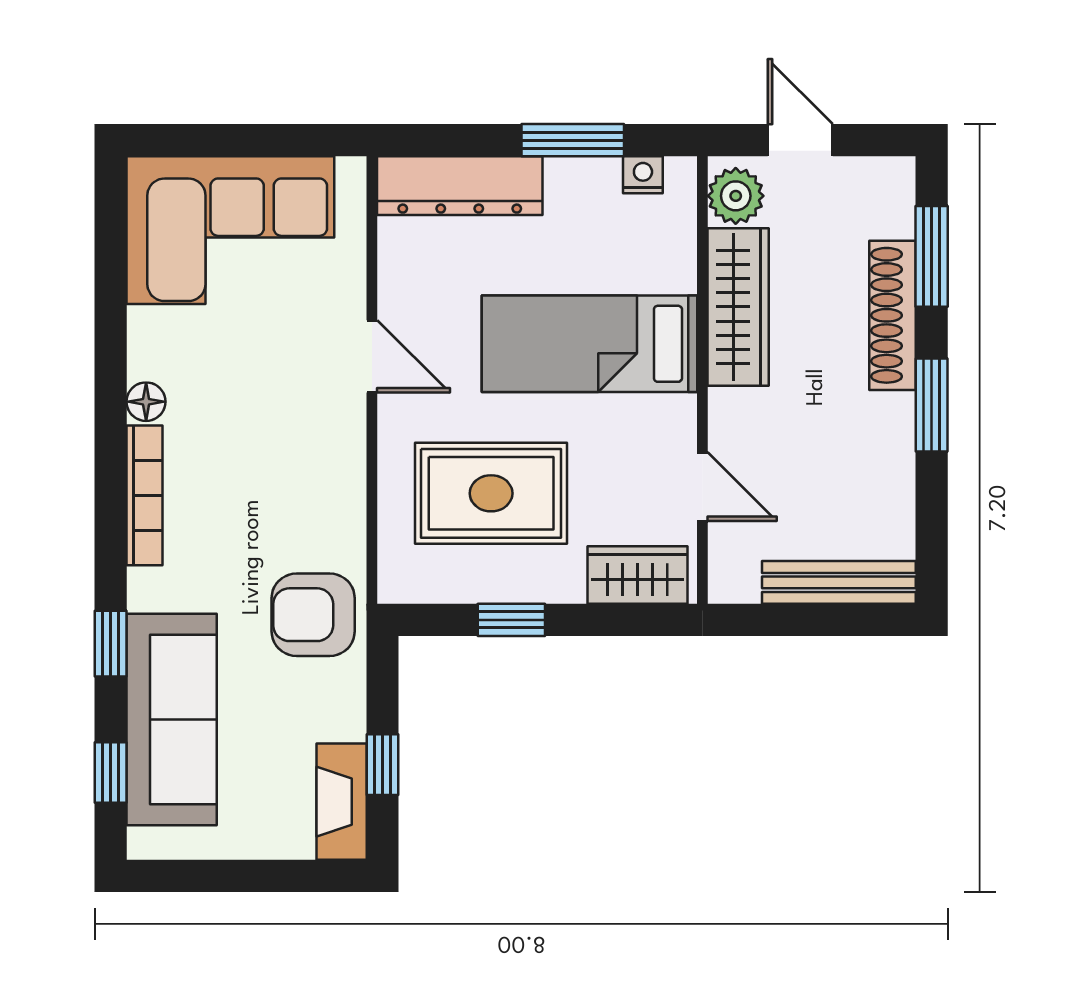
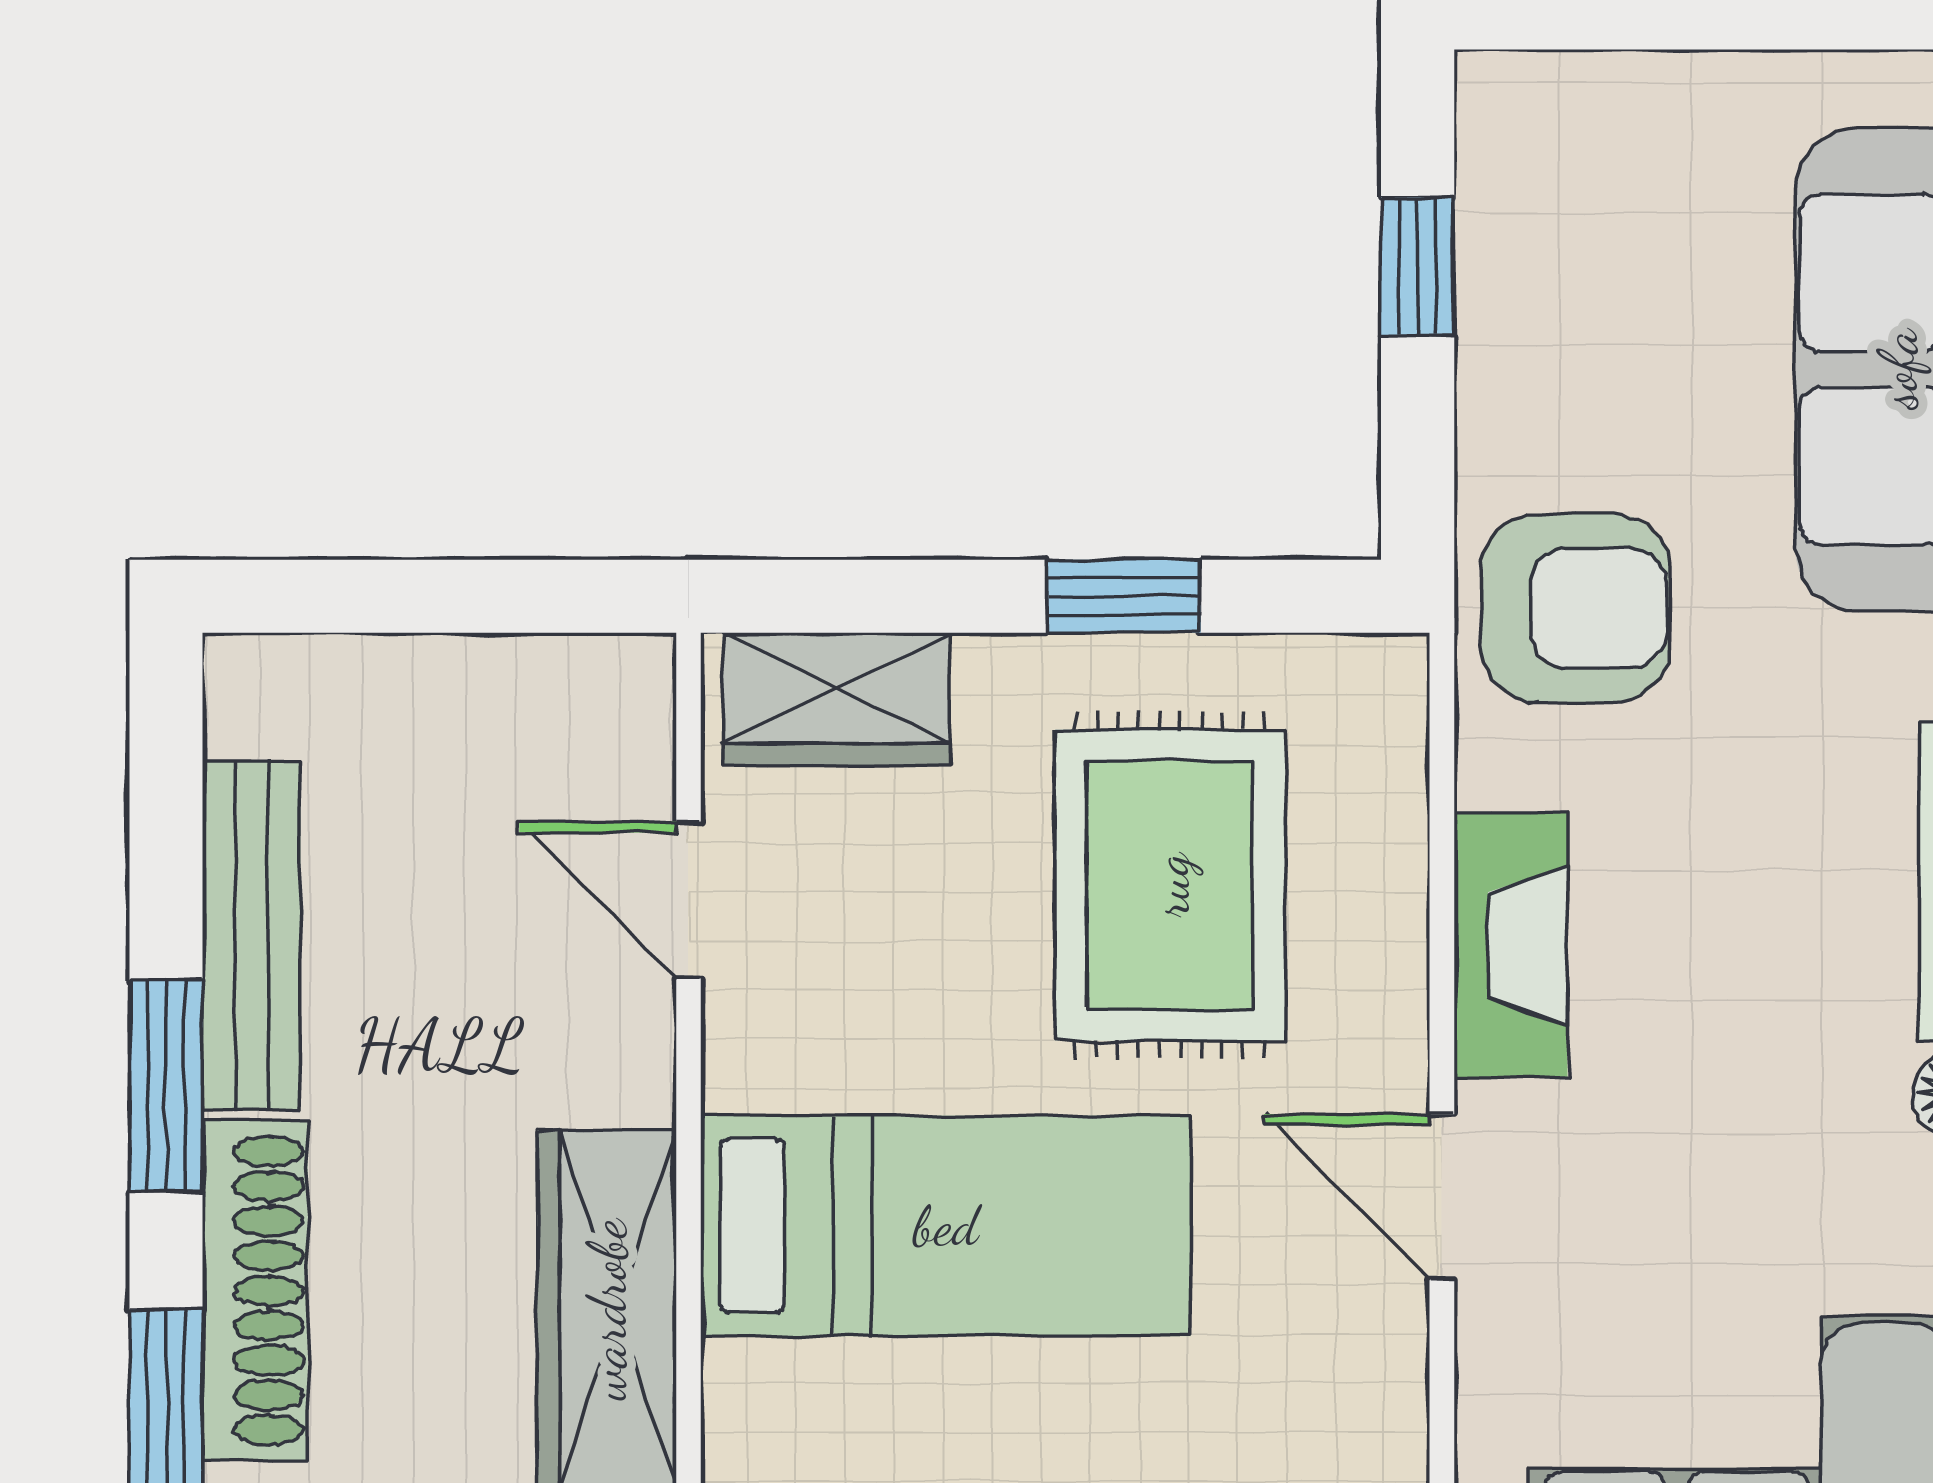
rug: (491, 493) -> (1170, 885), turned 90
bench: (839, 582) -> (251, 936), moved, turned 90
fireplace: (342, 802) -> (1511, 945), moved

